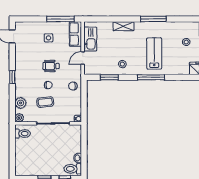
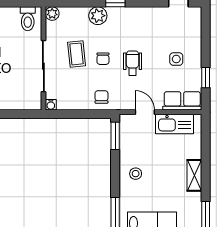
window: (60, 19) -> (206, 78), width x0.46
window: (109, 77) -> (115, 136), moved
plant: (21, 103) -> (98, 16), moved

